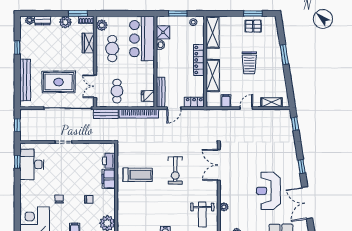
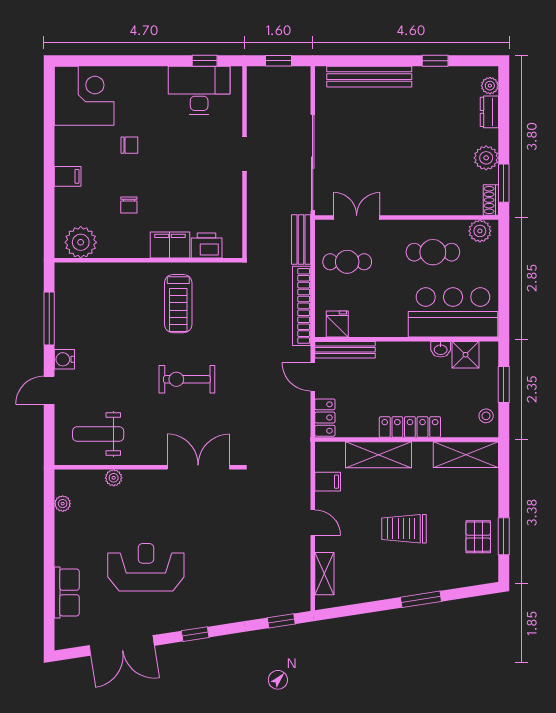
wardrobe: (88, 43) -> (444, 204), removed
rug: (59, 82) -> (365, 144), removed
double door: (307, 203) -> (122, 645), swing flipped

